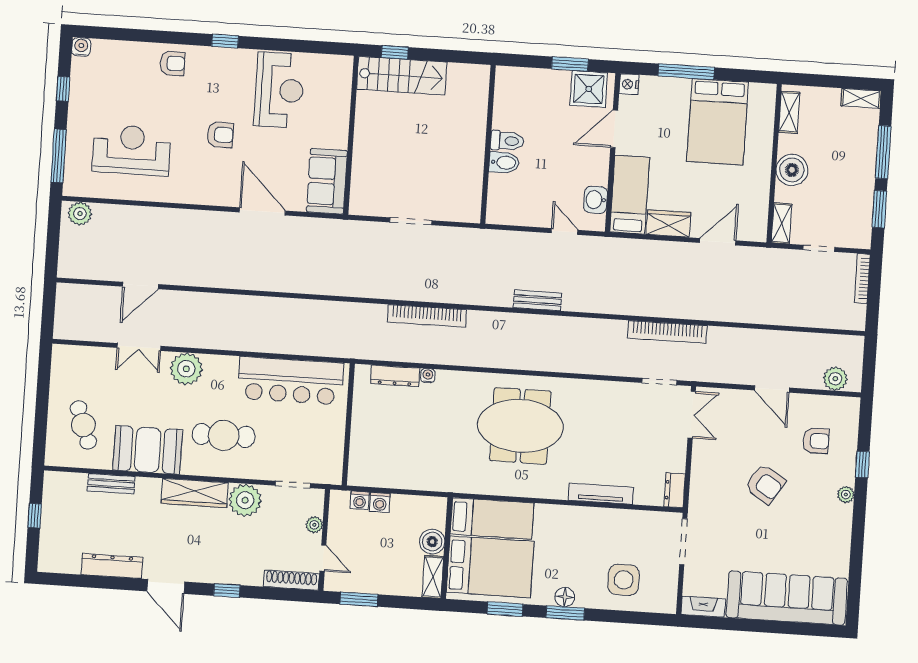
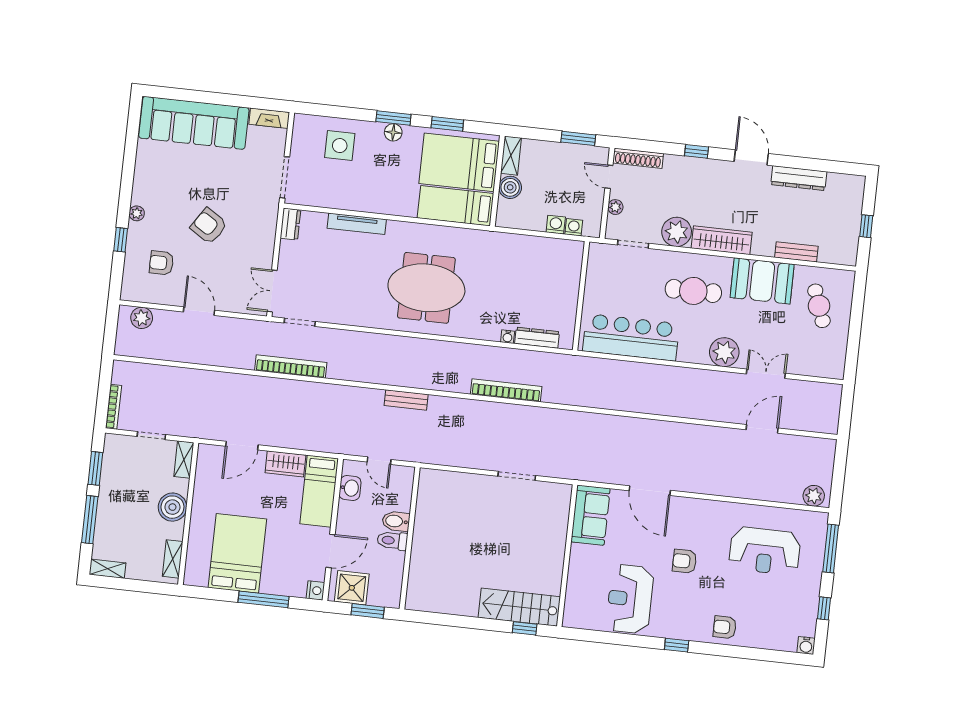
toilet: (507, 141) -> (392, 541), moved
wall: (488, 144) -> (410, 538), moved
bidet: (504, 163) -> (396, 521), moved

